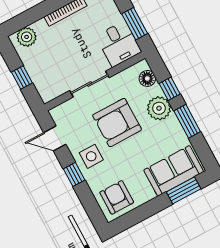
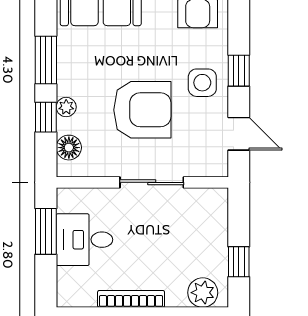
desk: (119, 44) -> (84, 240), moved, turned -90
window: (22, 78) -> (239, 262), moved
plant: (159, 108) -> (66, 107), width x0.53, depth x0.53

